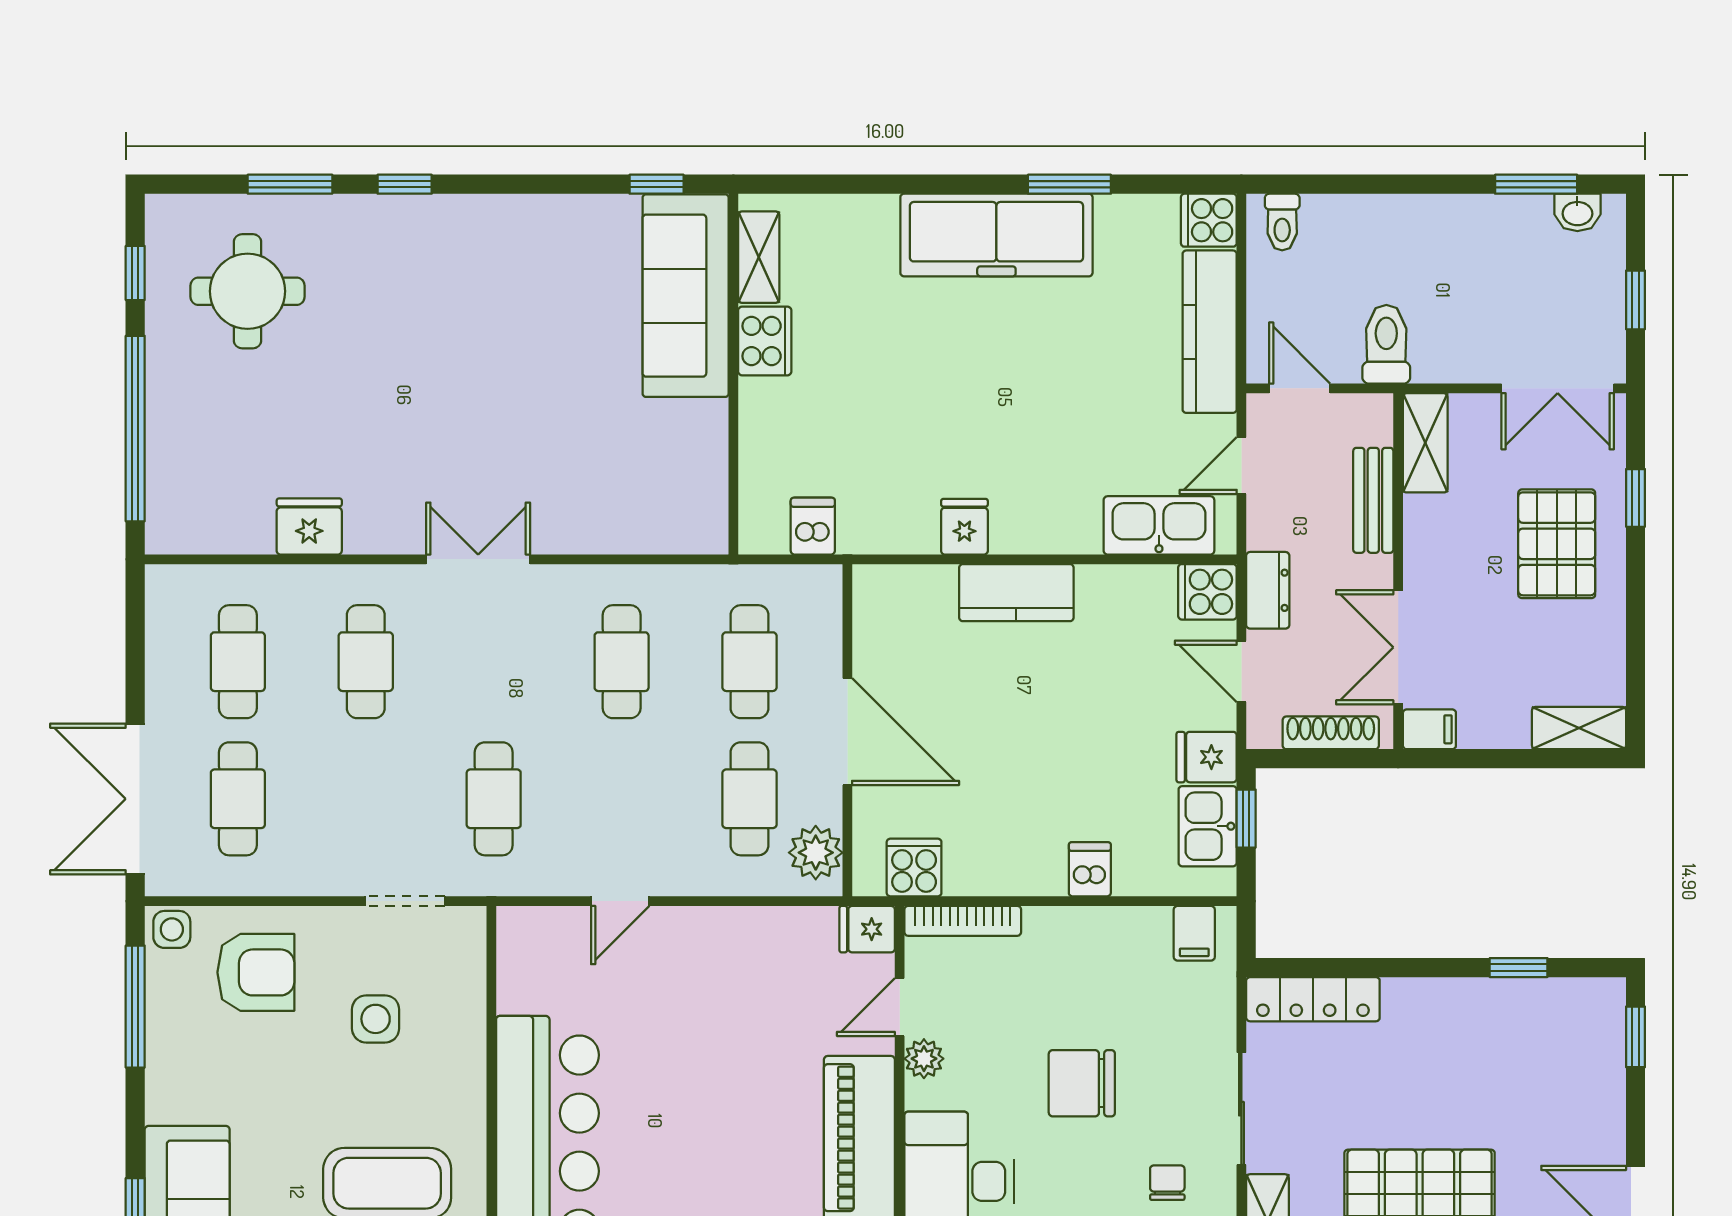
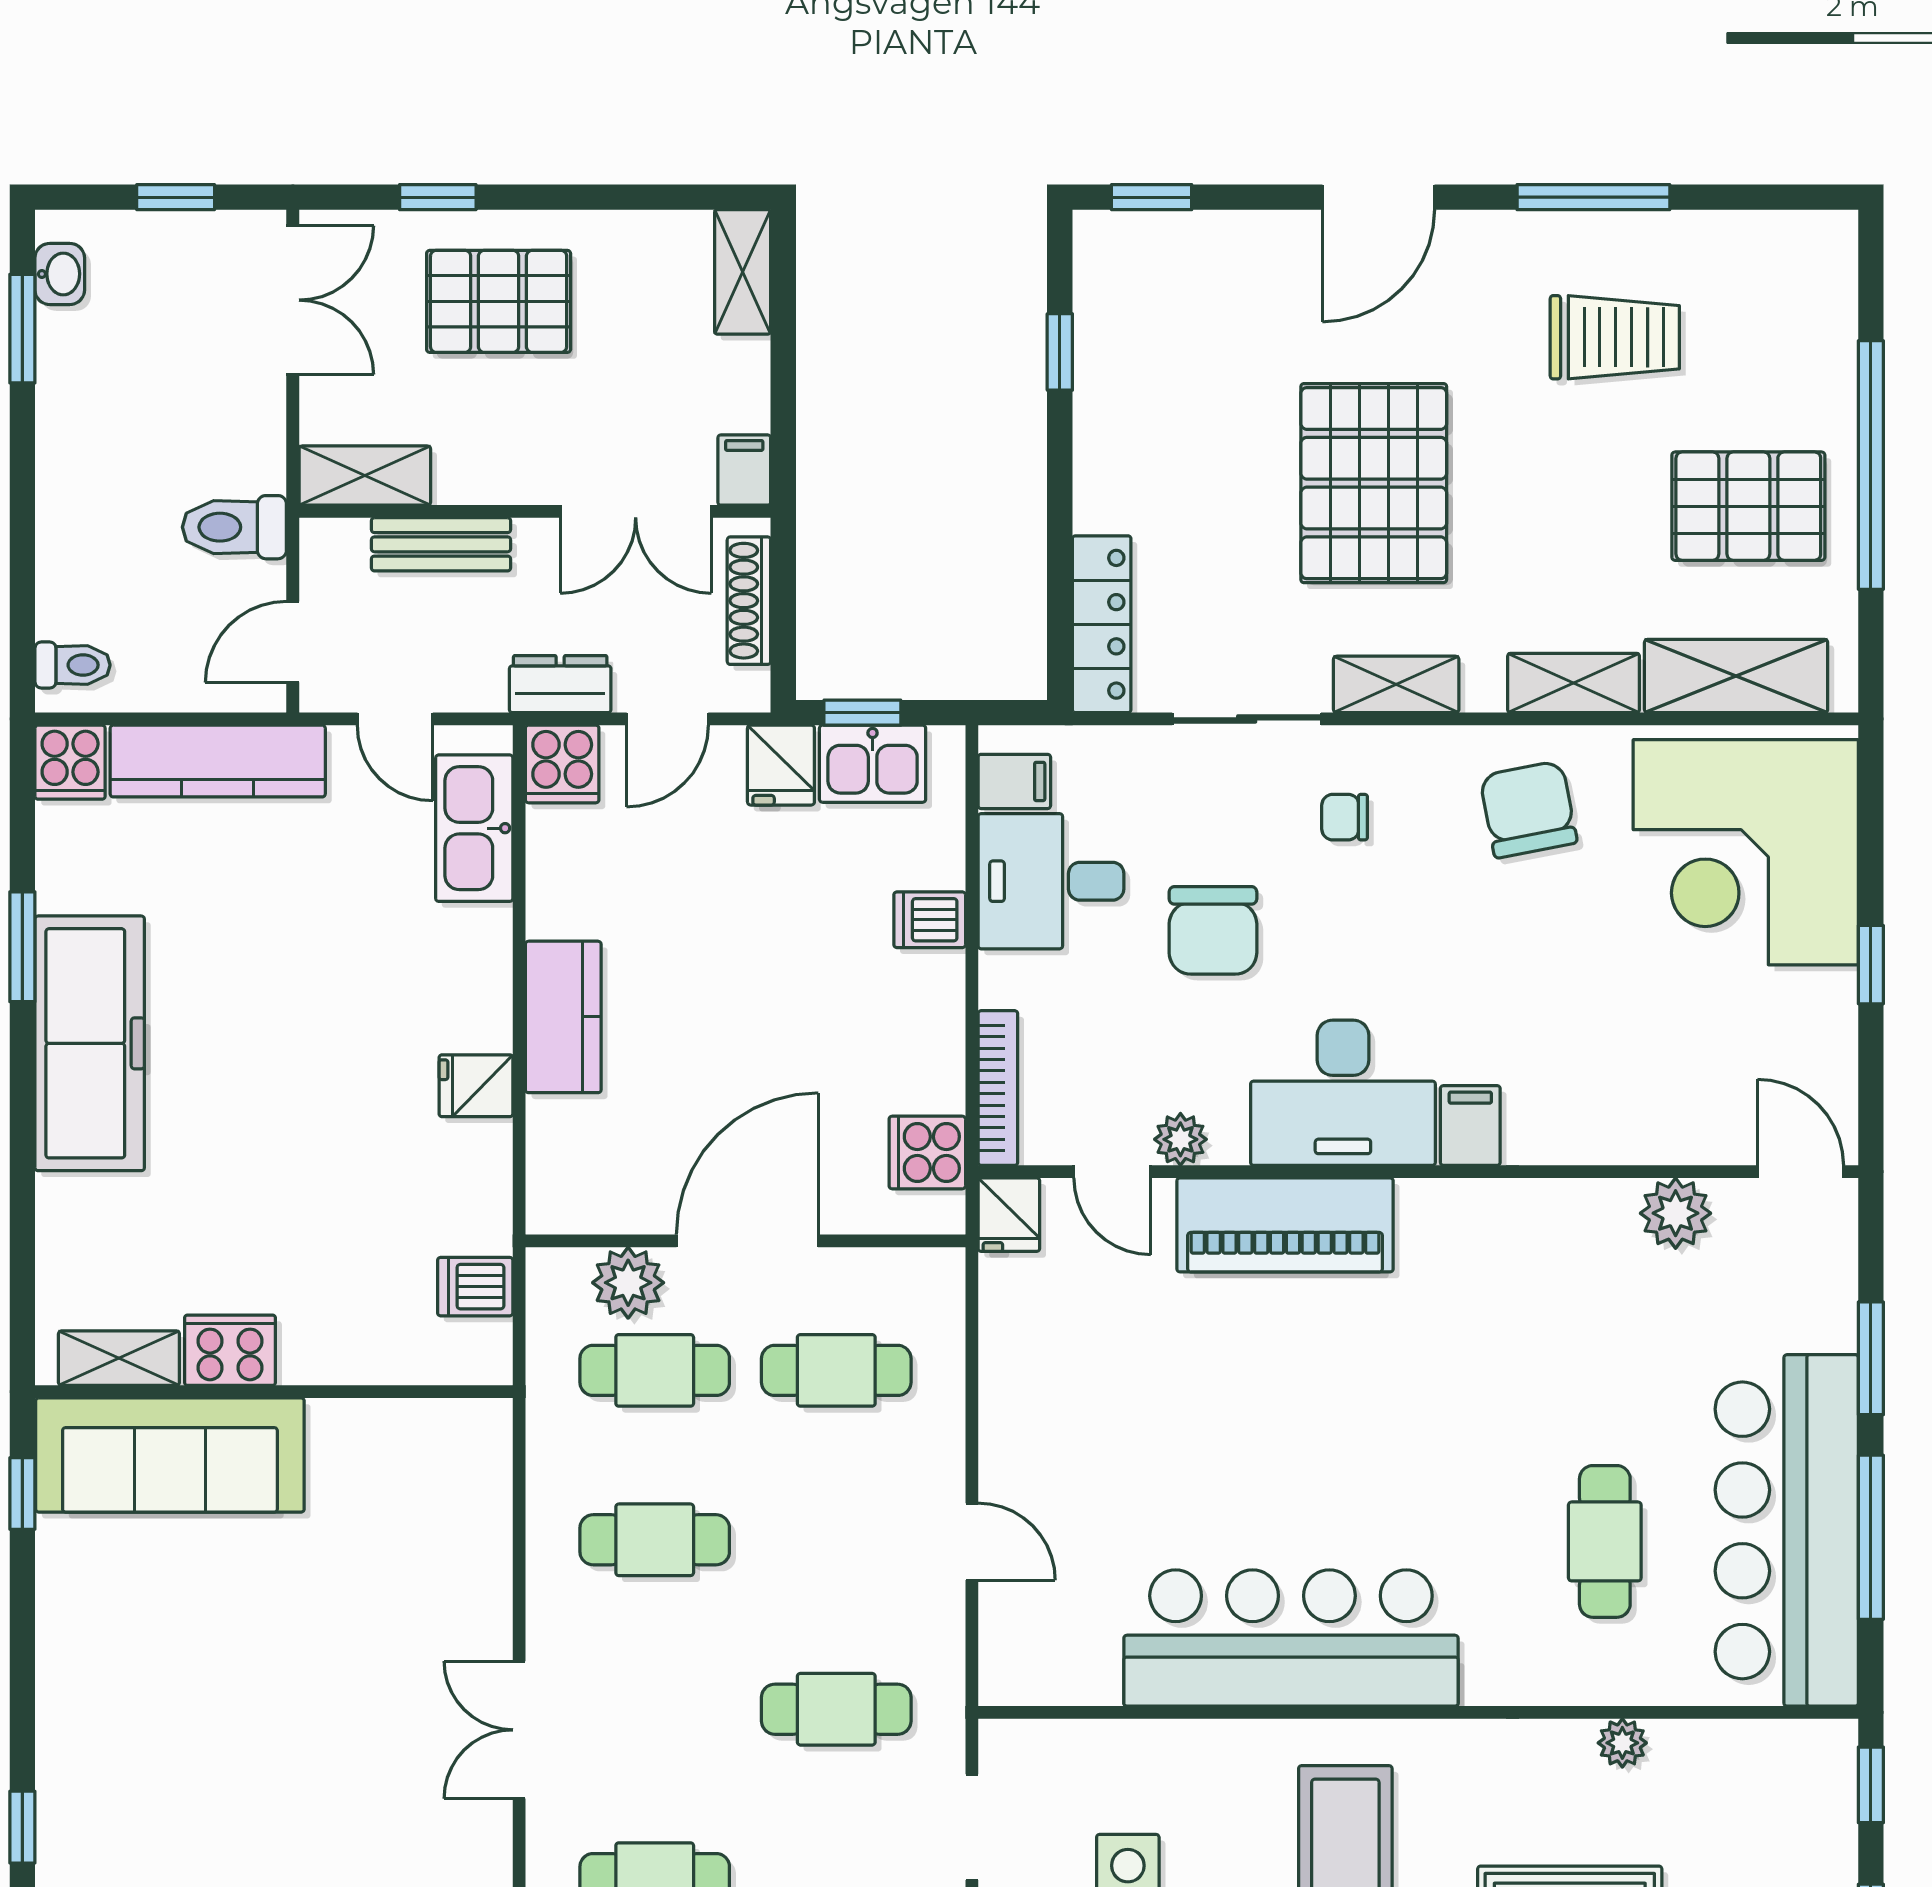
plant: (816, 853) -> (628, 1283), moved
desk: (1119, 961) -> (1051, 881), added

